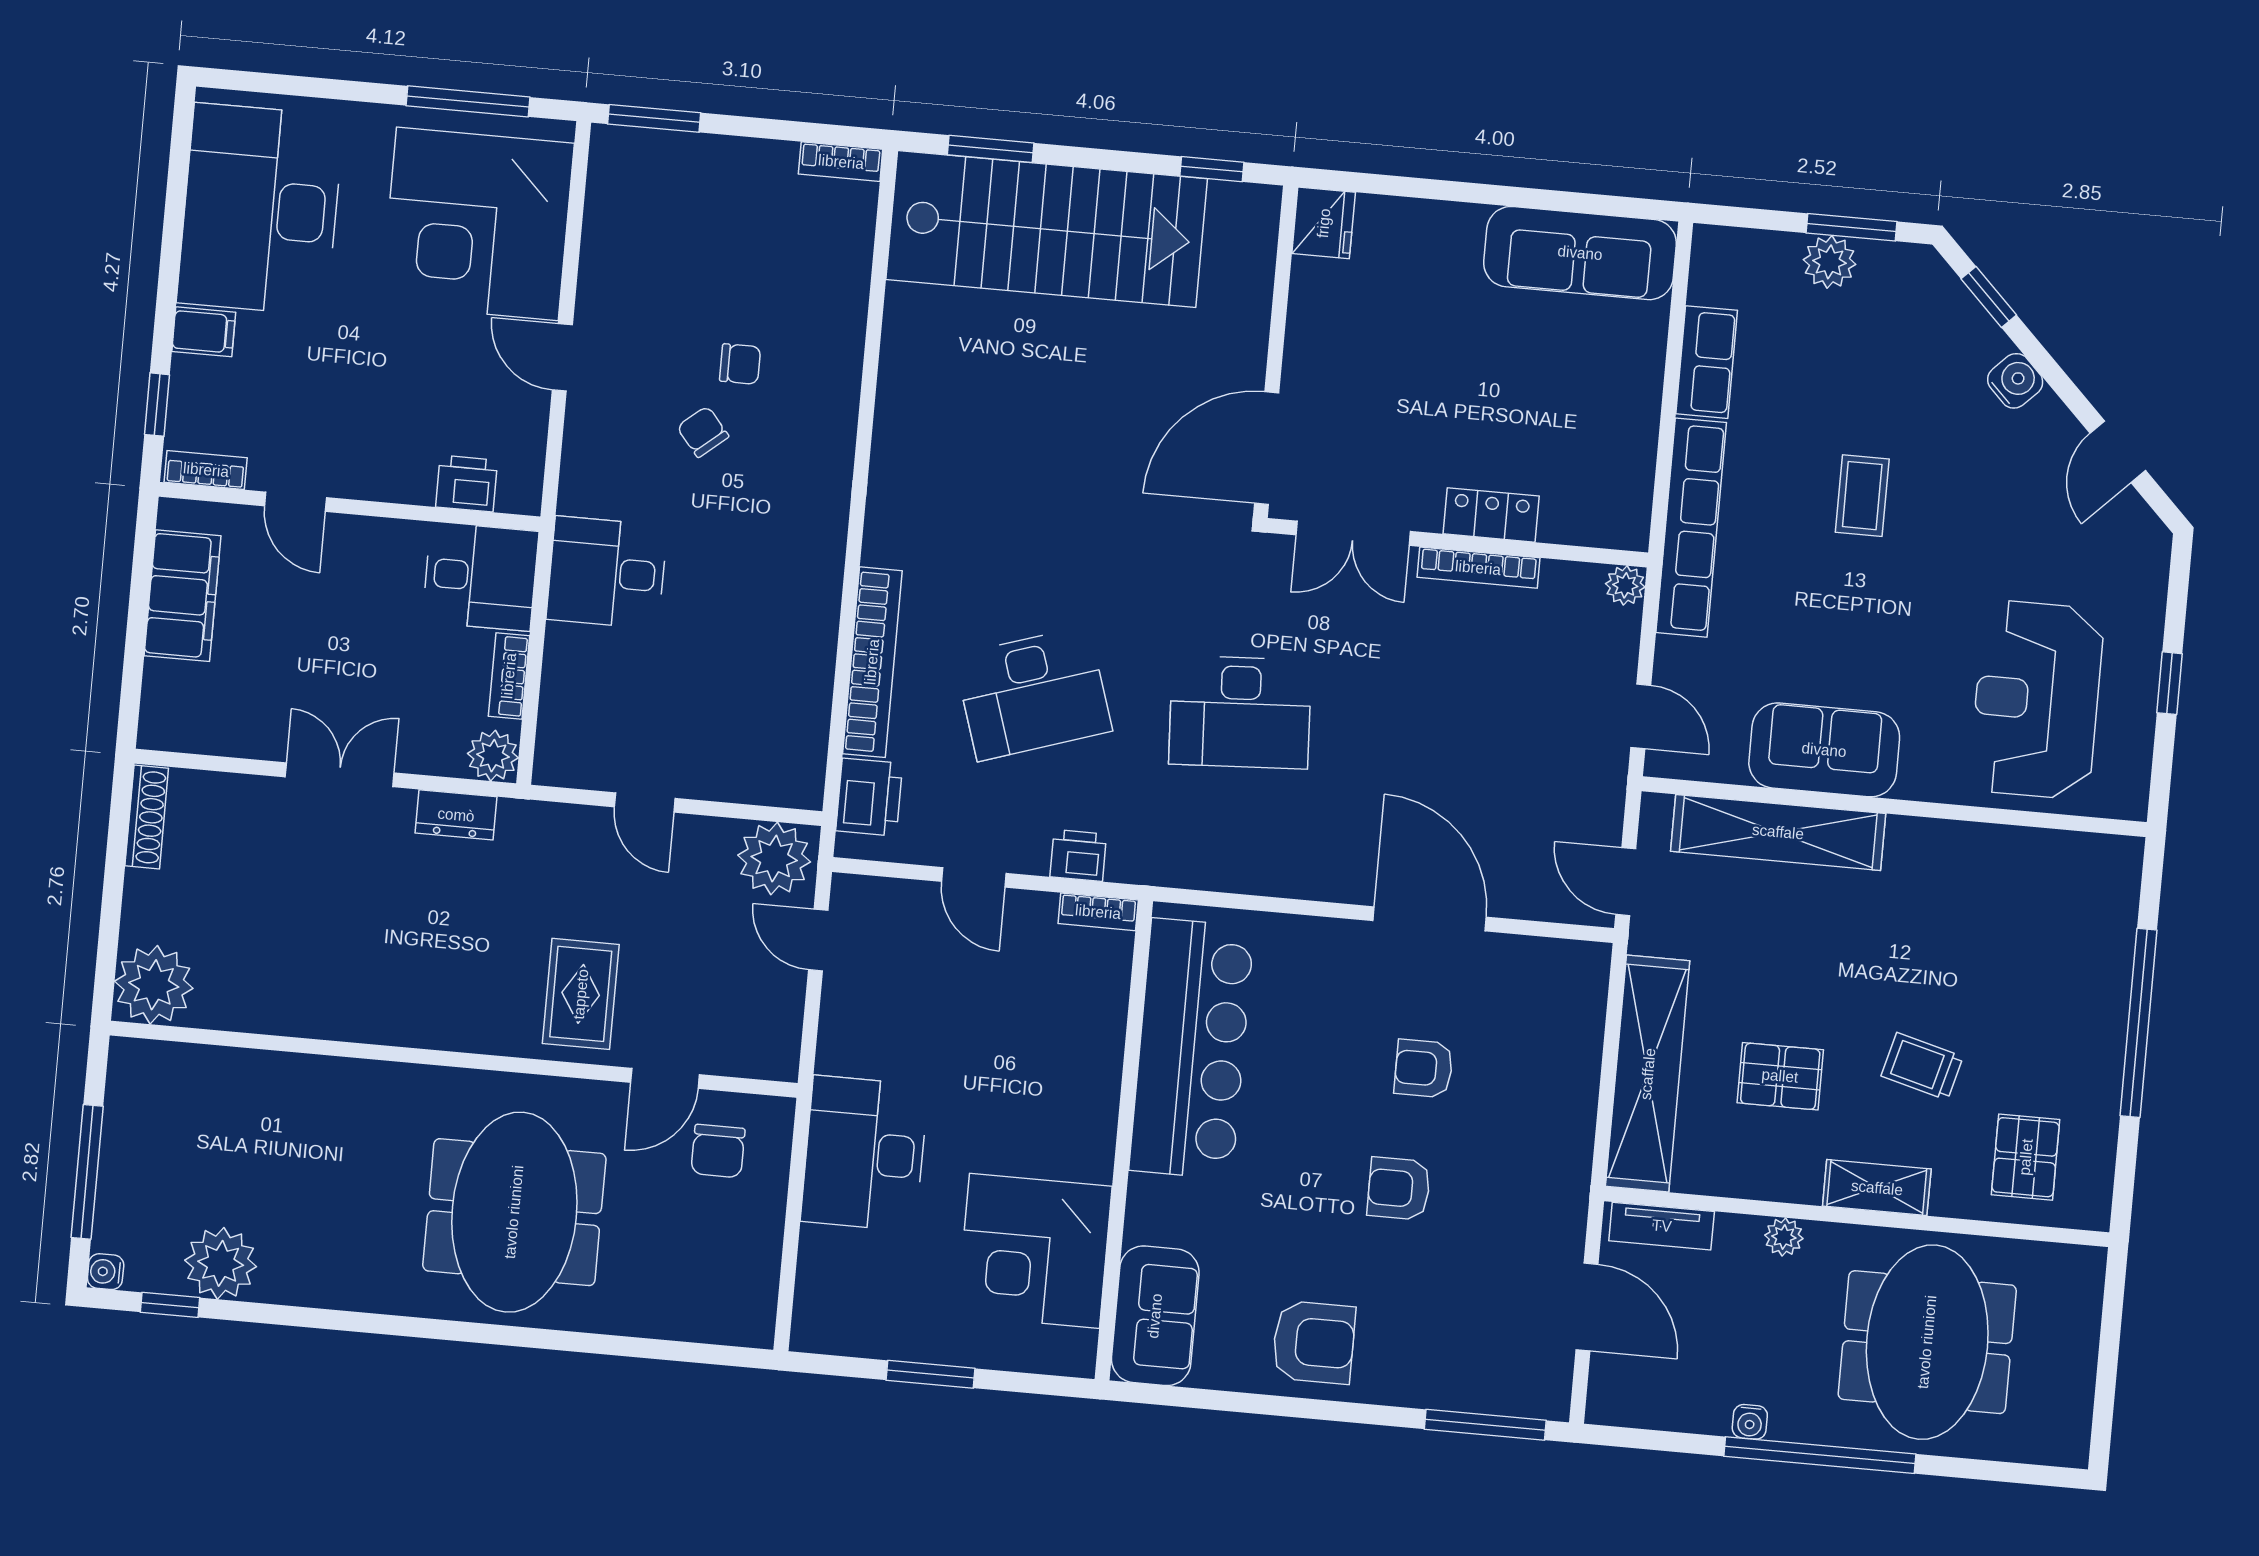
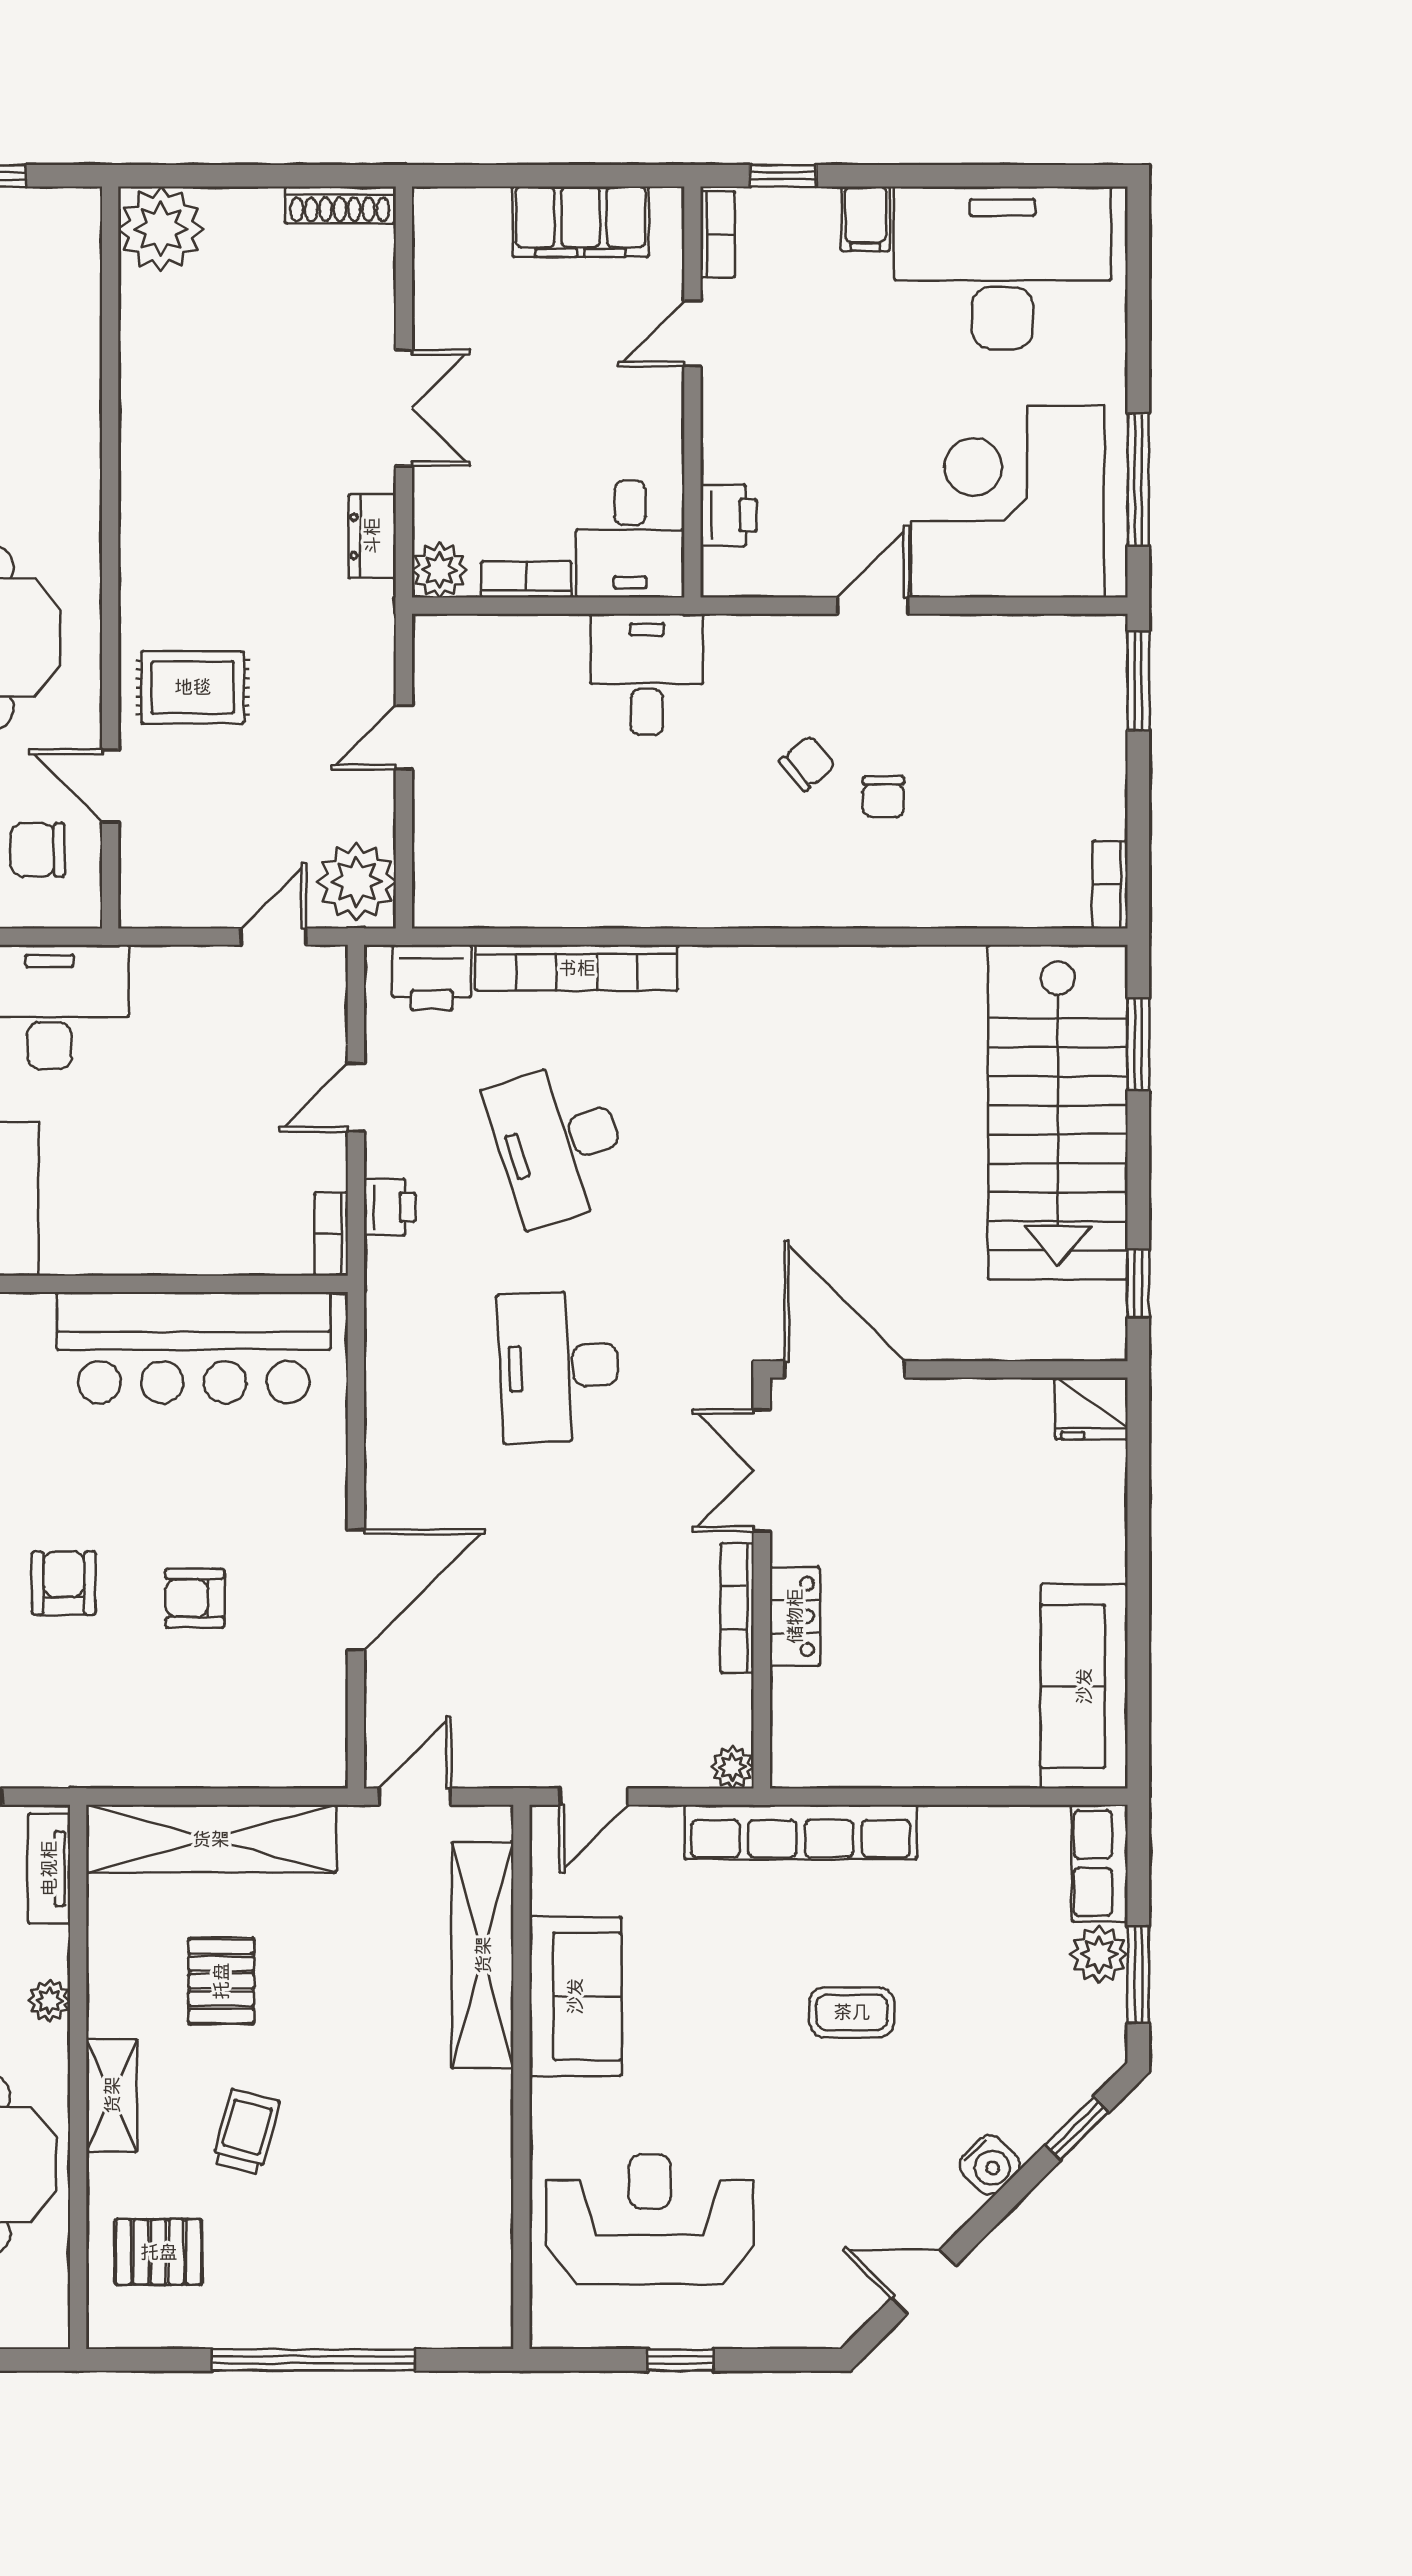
row of seats: (1707, 362) -> (1100, 1863), moved, turned 90
armchair: (1424, 1068) -> (195, 1598), turned -90

